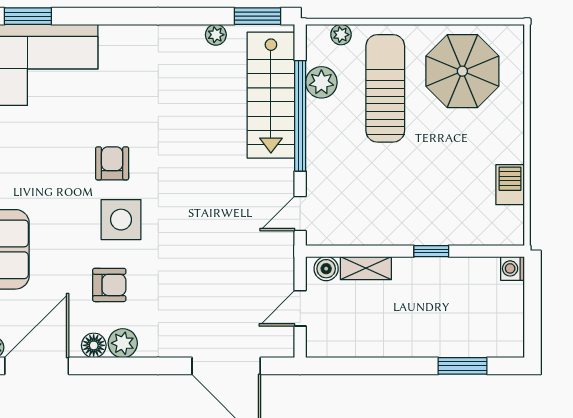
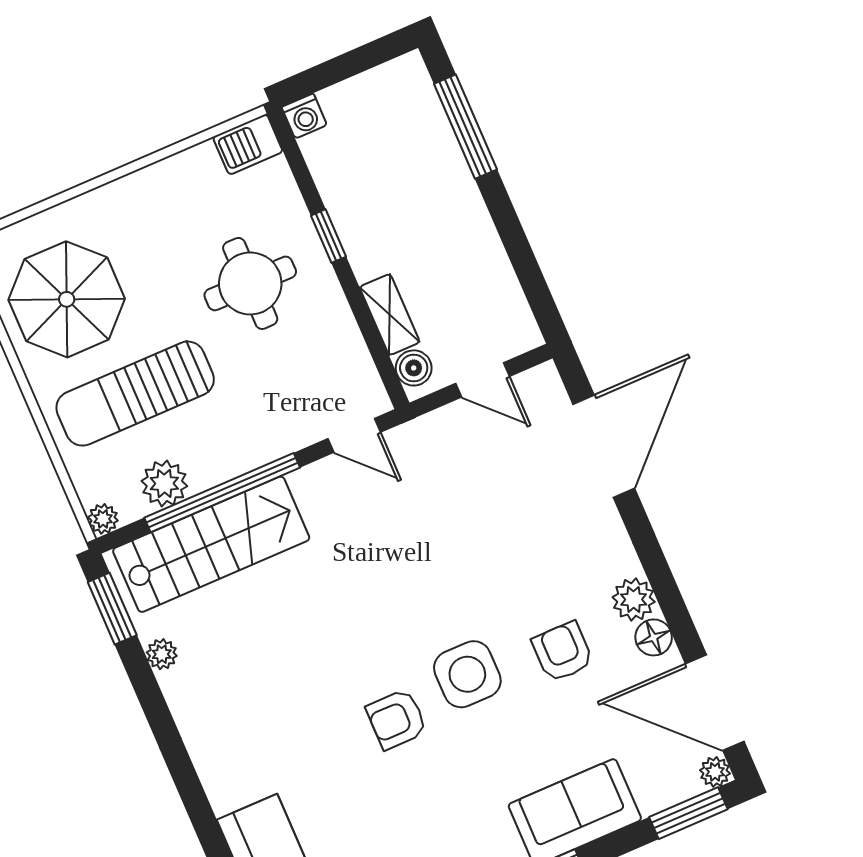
plant: (341, 35) -> (103, 519), moved
barbecue: (510, 185) -> (248, 144), moved
round table: (423, 190) -> (250, 283), added
window: (462, 366) -> (465, 127), width x1.44

